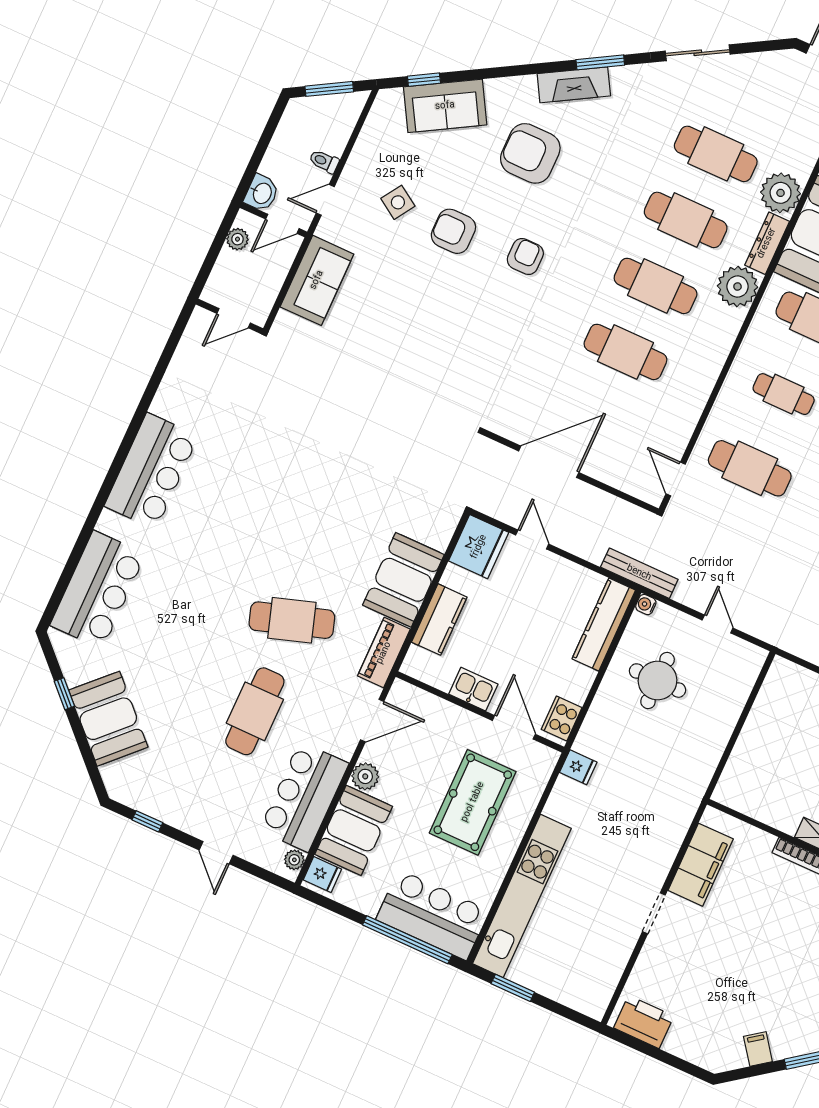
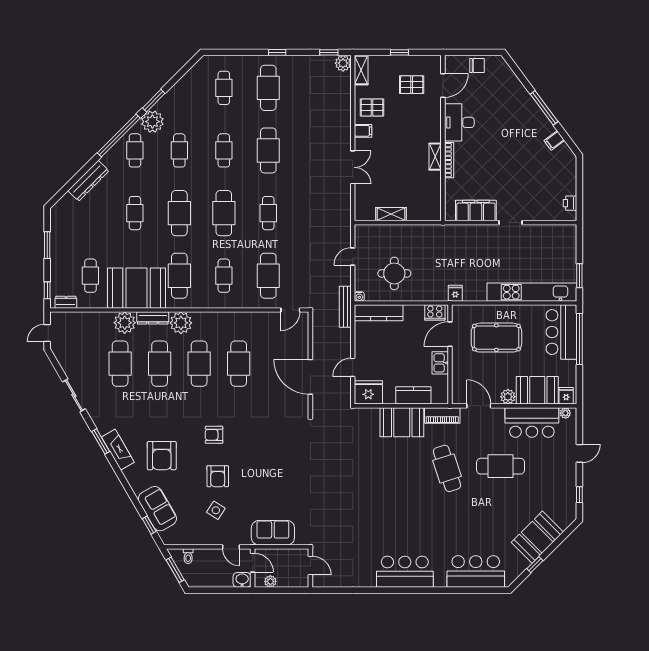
toilet: (324, 161) -> (188, 556), moved
shelving: (759, 720) -> (391, 214), added
printer: (644, 1022) -> (570, 203), width x0.53, depth x0.68

